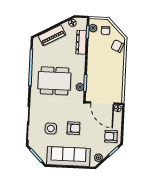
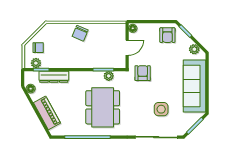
chair: (117, 46) -> (80, 33), moved
door: (102, 103) -> (127, 48), width x0.53
armchair: (73, 128) -> (143, 73), moved

